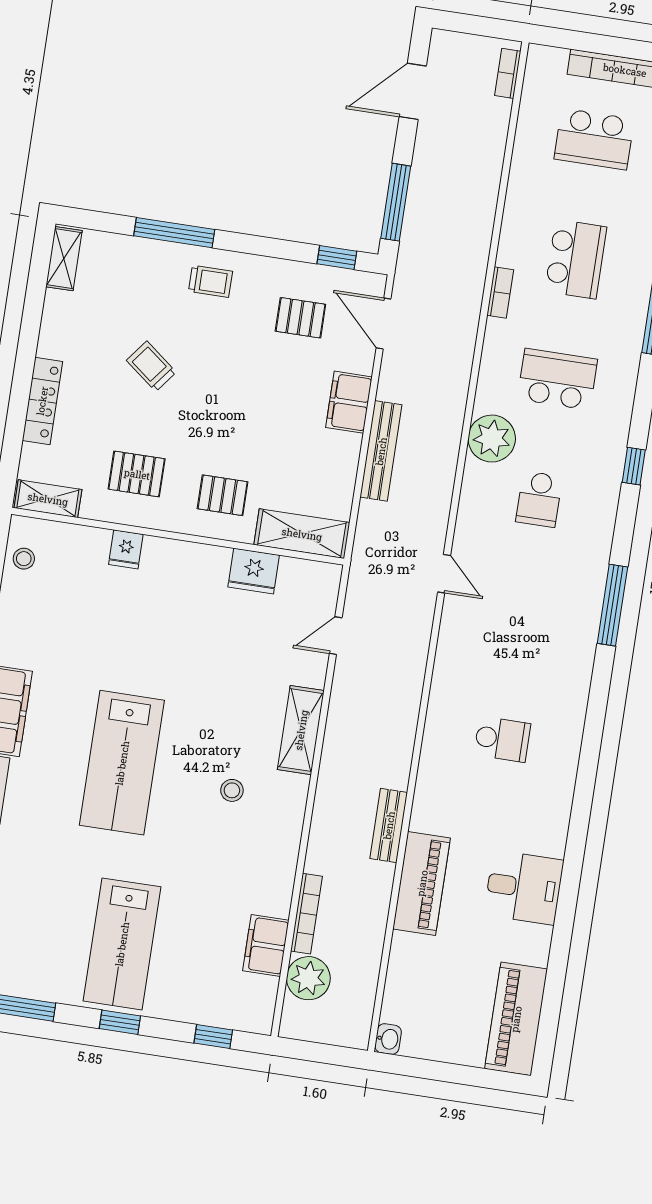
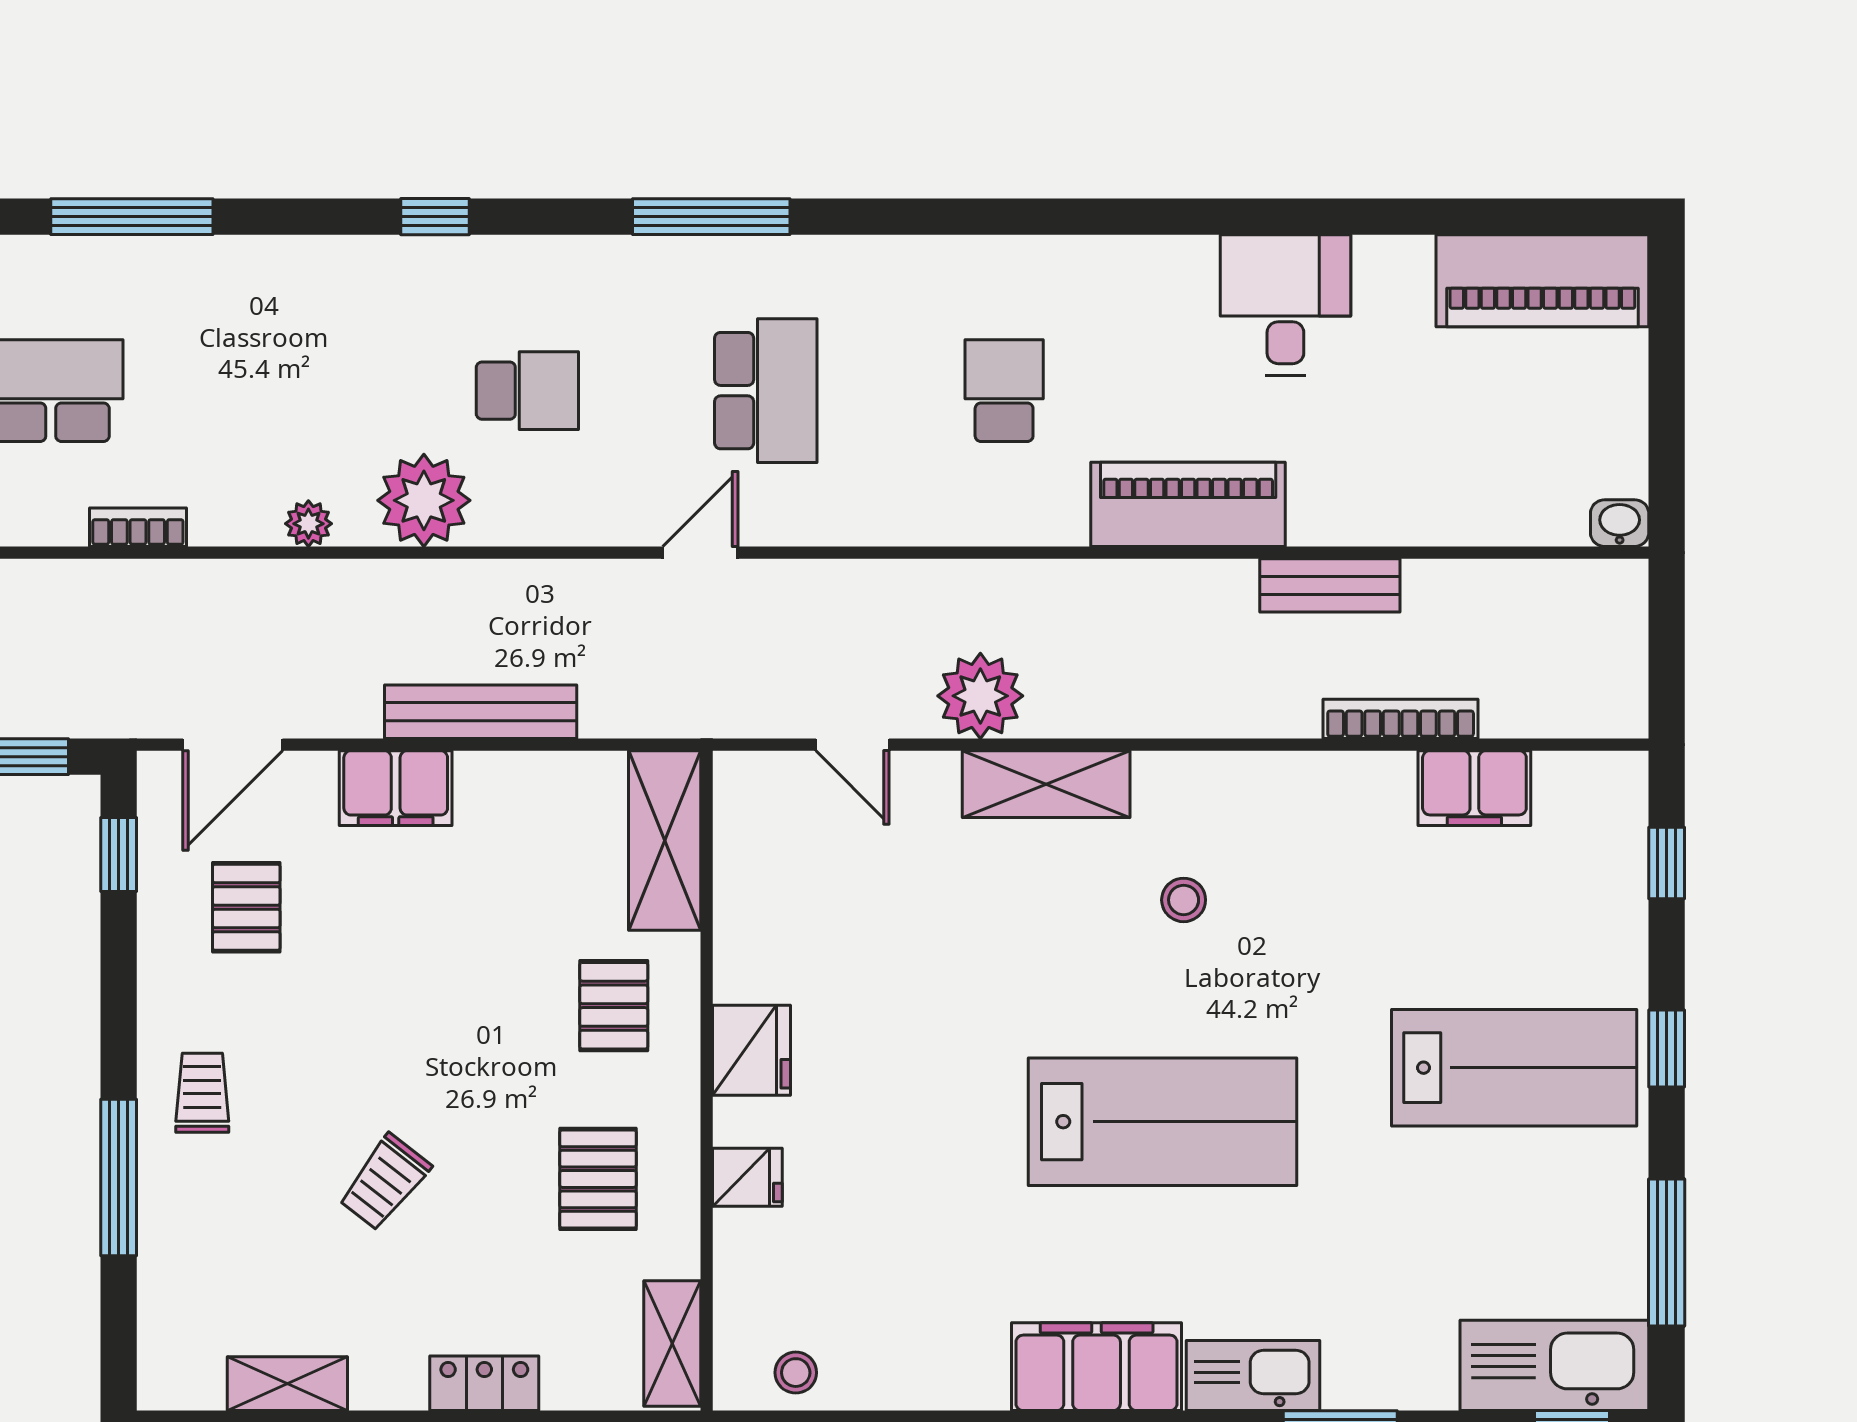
shelving: (64, 259) -> (287, 1384), moved
plant: (489, 379) -> (308, 524), added
school desk: (557, 379) -> (766, 391), moved, turned 180
locker: (42, 401) -> (484, 1383), width x0.66
fridge: (254, 571) -> (752, 1050), moved
bench: (389, 825) -> (1330, 585), moved
piano: (422, 883) -> (1188, 504), moved
plant: (308, 978) -> (980, 696), moved

